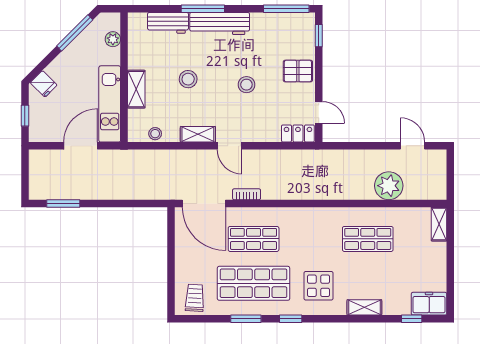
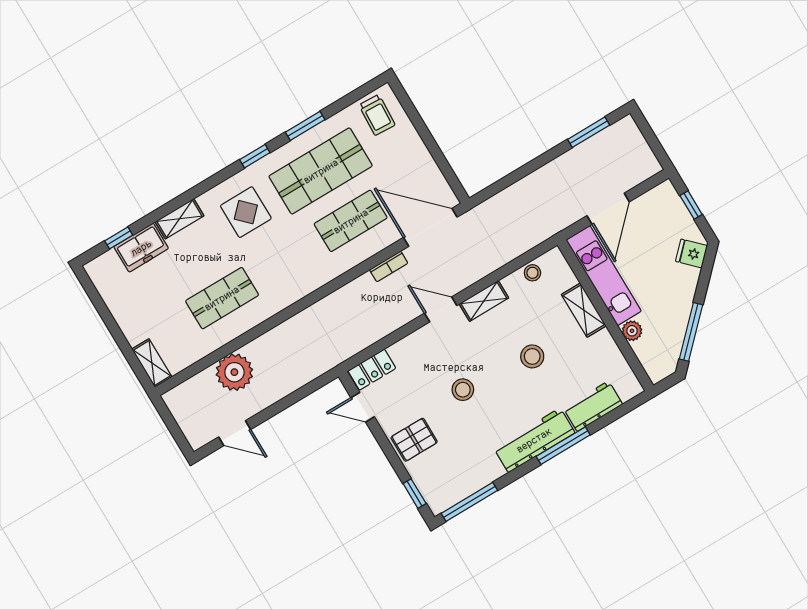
plant: (113, 39) -> (632, 331), moved
freezer: (429, 304) -> (141, 248), moved

